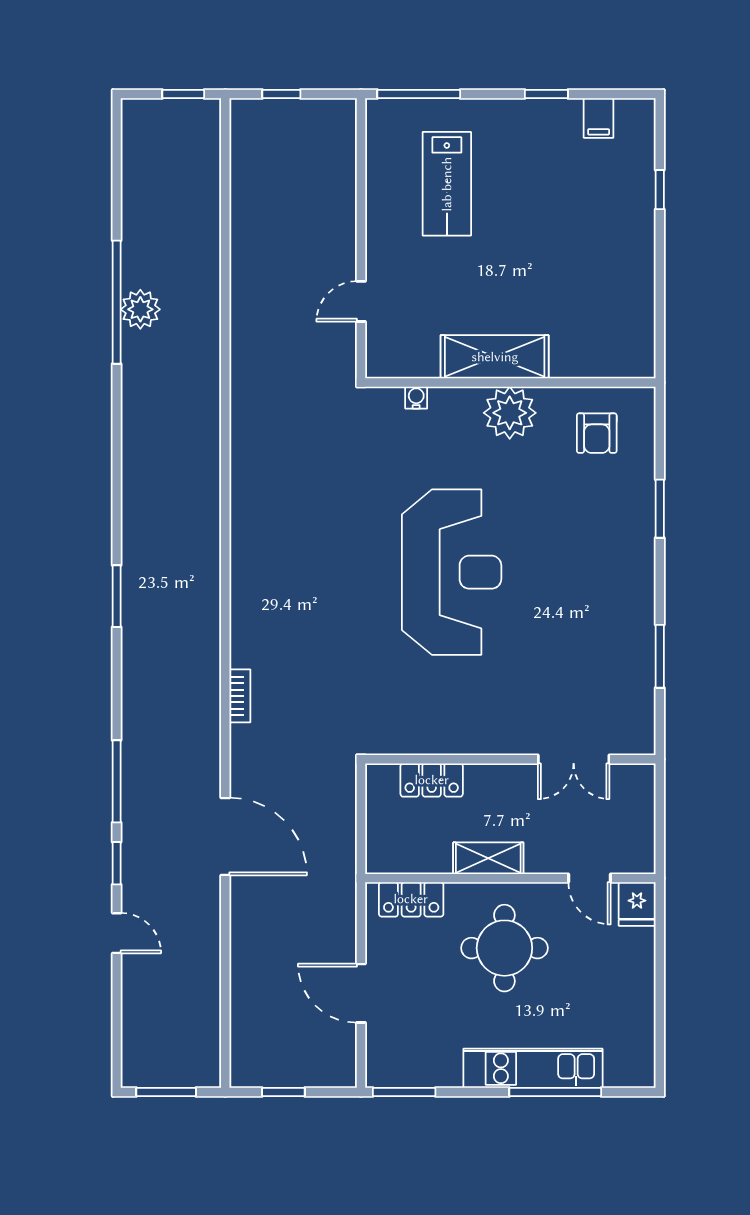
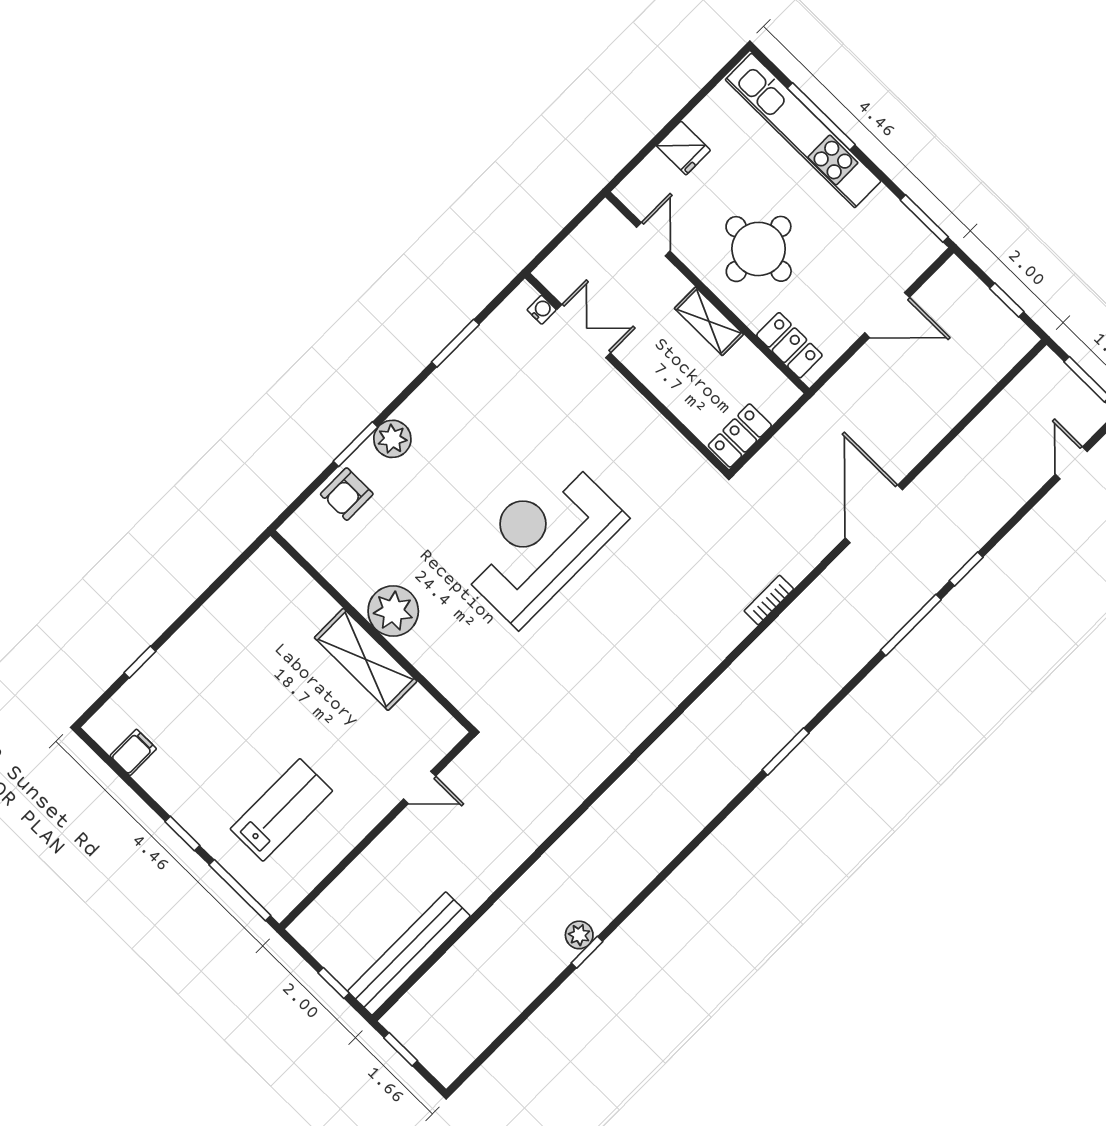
window: (546, 94) -> (182, 833), moved
bench: (247, 171) -> (409, 953), added
window: (117, 302) -> (587, 952), width x0.32
plant: (140, 309) -> (579, 935), width x0.73, depth x0.73
water cooler: (416, 398) -> (542, 310), moved, turned 180
armchair: (597, 433) -> (347, 494), moved, turned 180
plant: (636, 540) -> (392, 439), added
locker: (432, 780) -> (740, 436), moved, turned -90
fridge: (637, 904) -> (683, 148), moved, turned 90
door: (117, 933) -> (1071, 463), moved
door: (361, 993) -> (887, 315), hinge flipped
kitchen unit: (533, 1068) -> (803, 130), width x1.36

